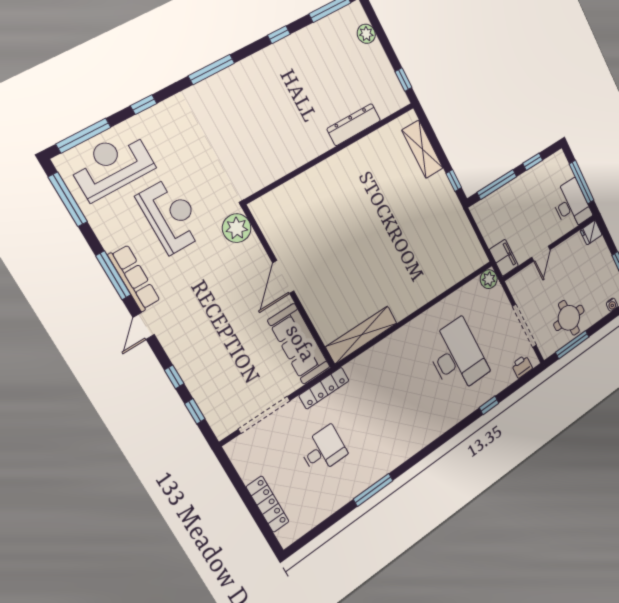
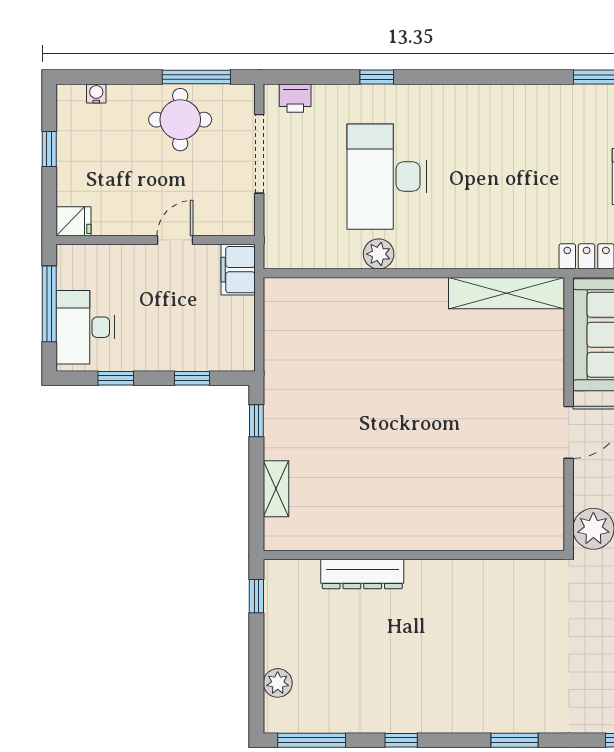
window: (211, 70) -> (514, 740), width x0.69
shelving: (422, 149) -> (276, 489), width x0.67, depth x0.75
window: (497, 184) -> (192, 378), width x0.46
desk: (571, 205) -> (85, 327), moved
plant: (489, 279) -> (379, 254), moved

